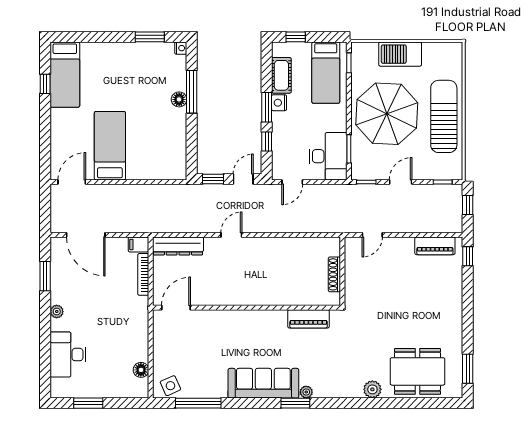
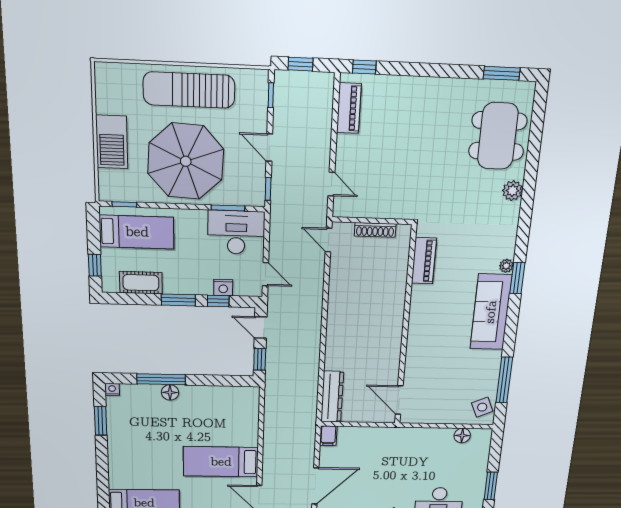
nightstand: (279, 103) -> (223, 288), moved
door: (231, 235) -> (328, 240), moved
bookcase: (143, 274) -> (361, 432), removed

